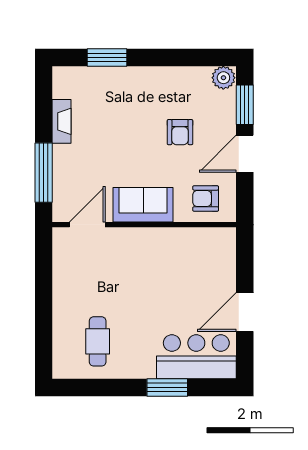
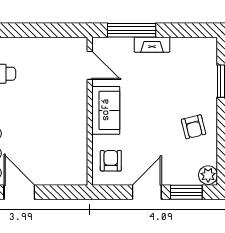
fireplace: (62, 121) -> (152, 45), moved
armchair: (180, 132) -> (194, 127), moved, turned -104
door: (245, 154) -> (147, 192), hinge flipped

